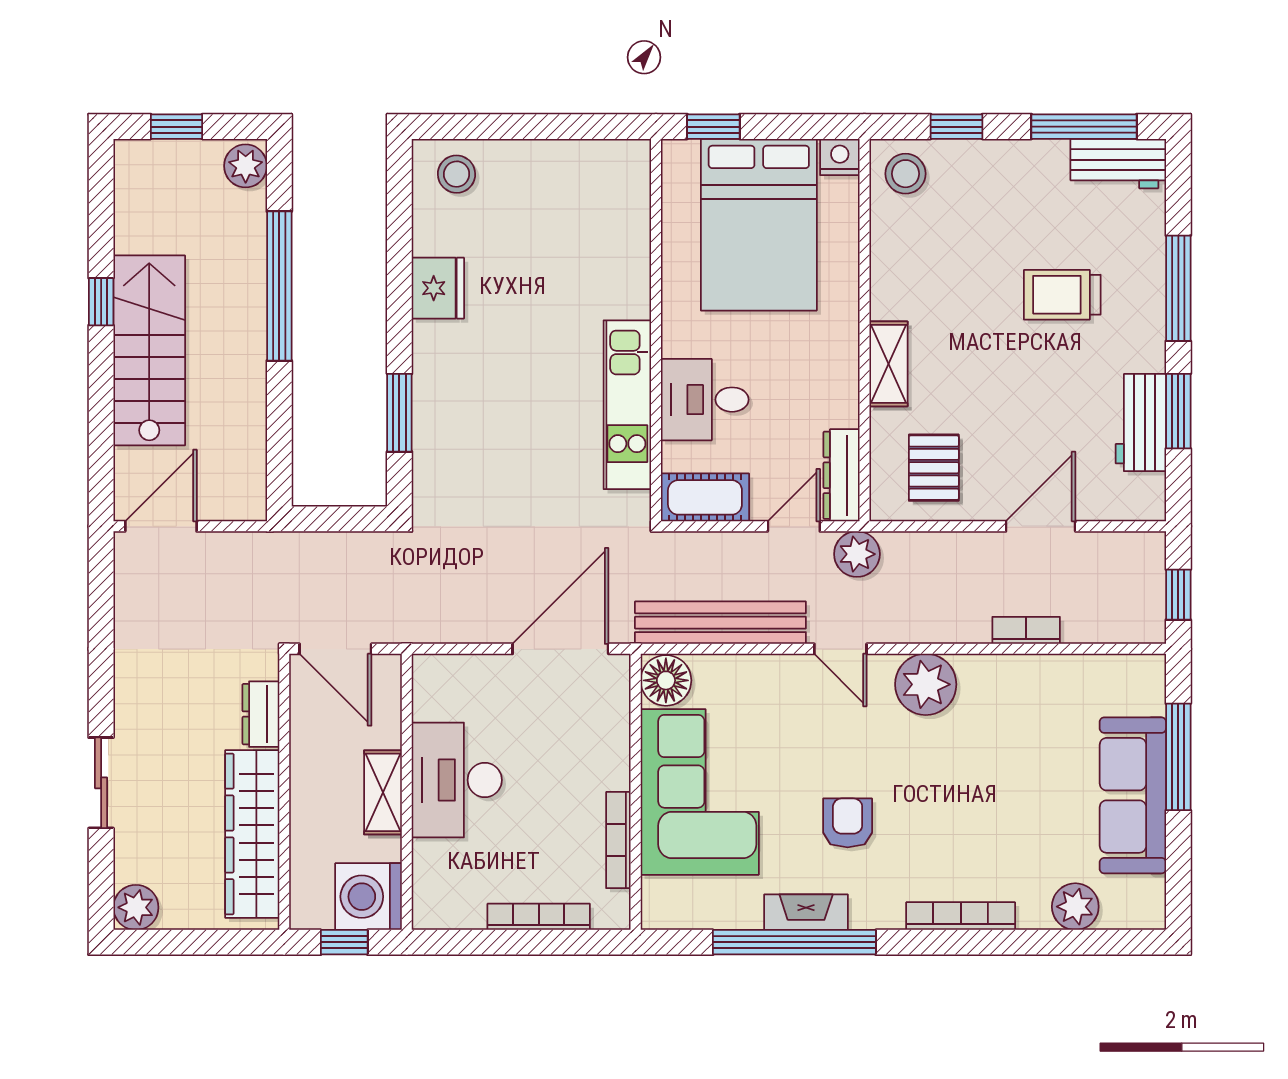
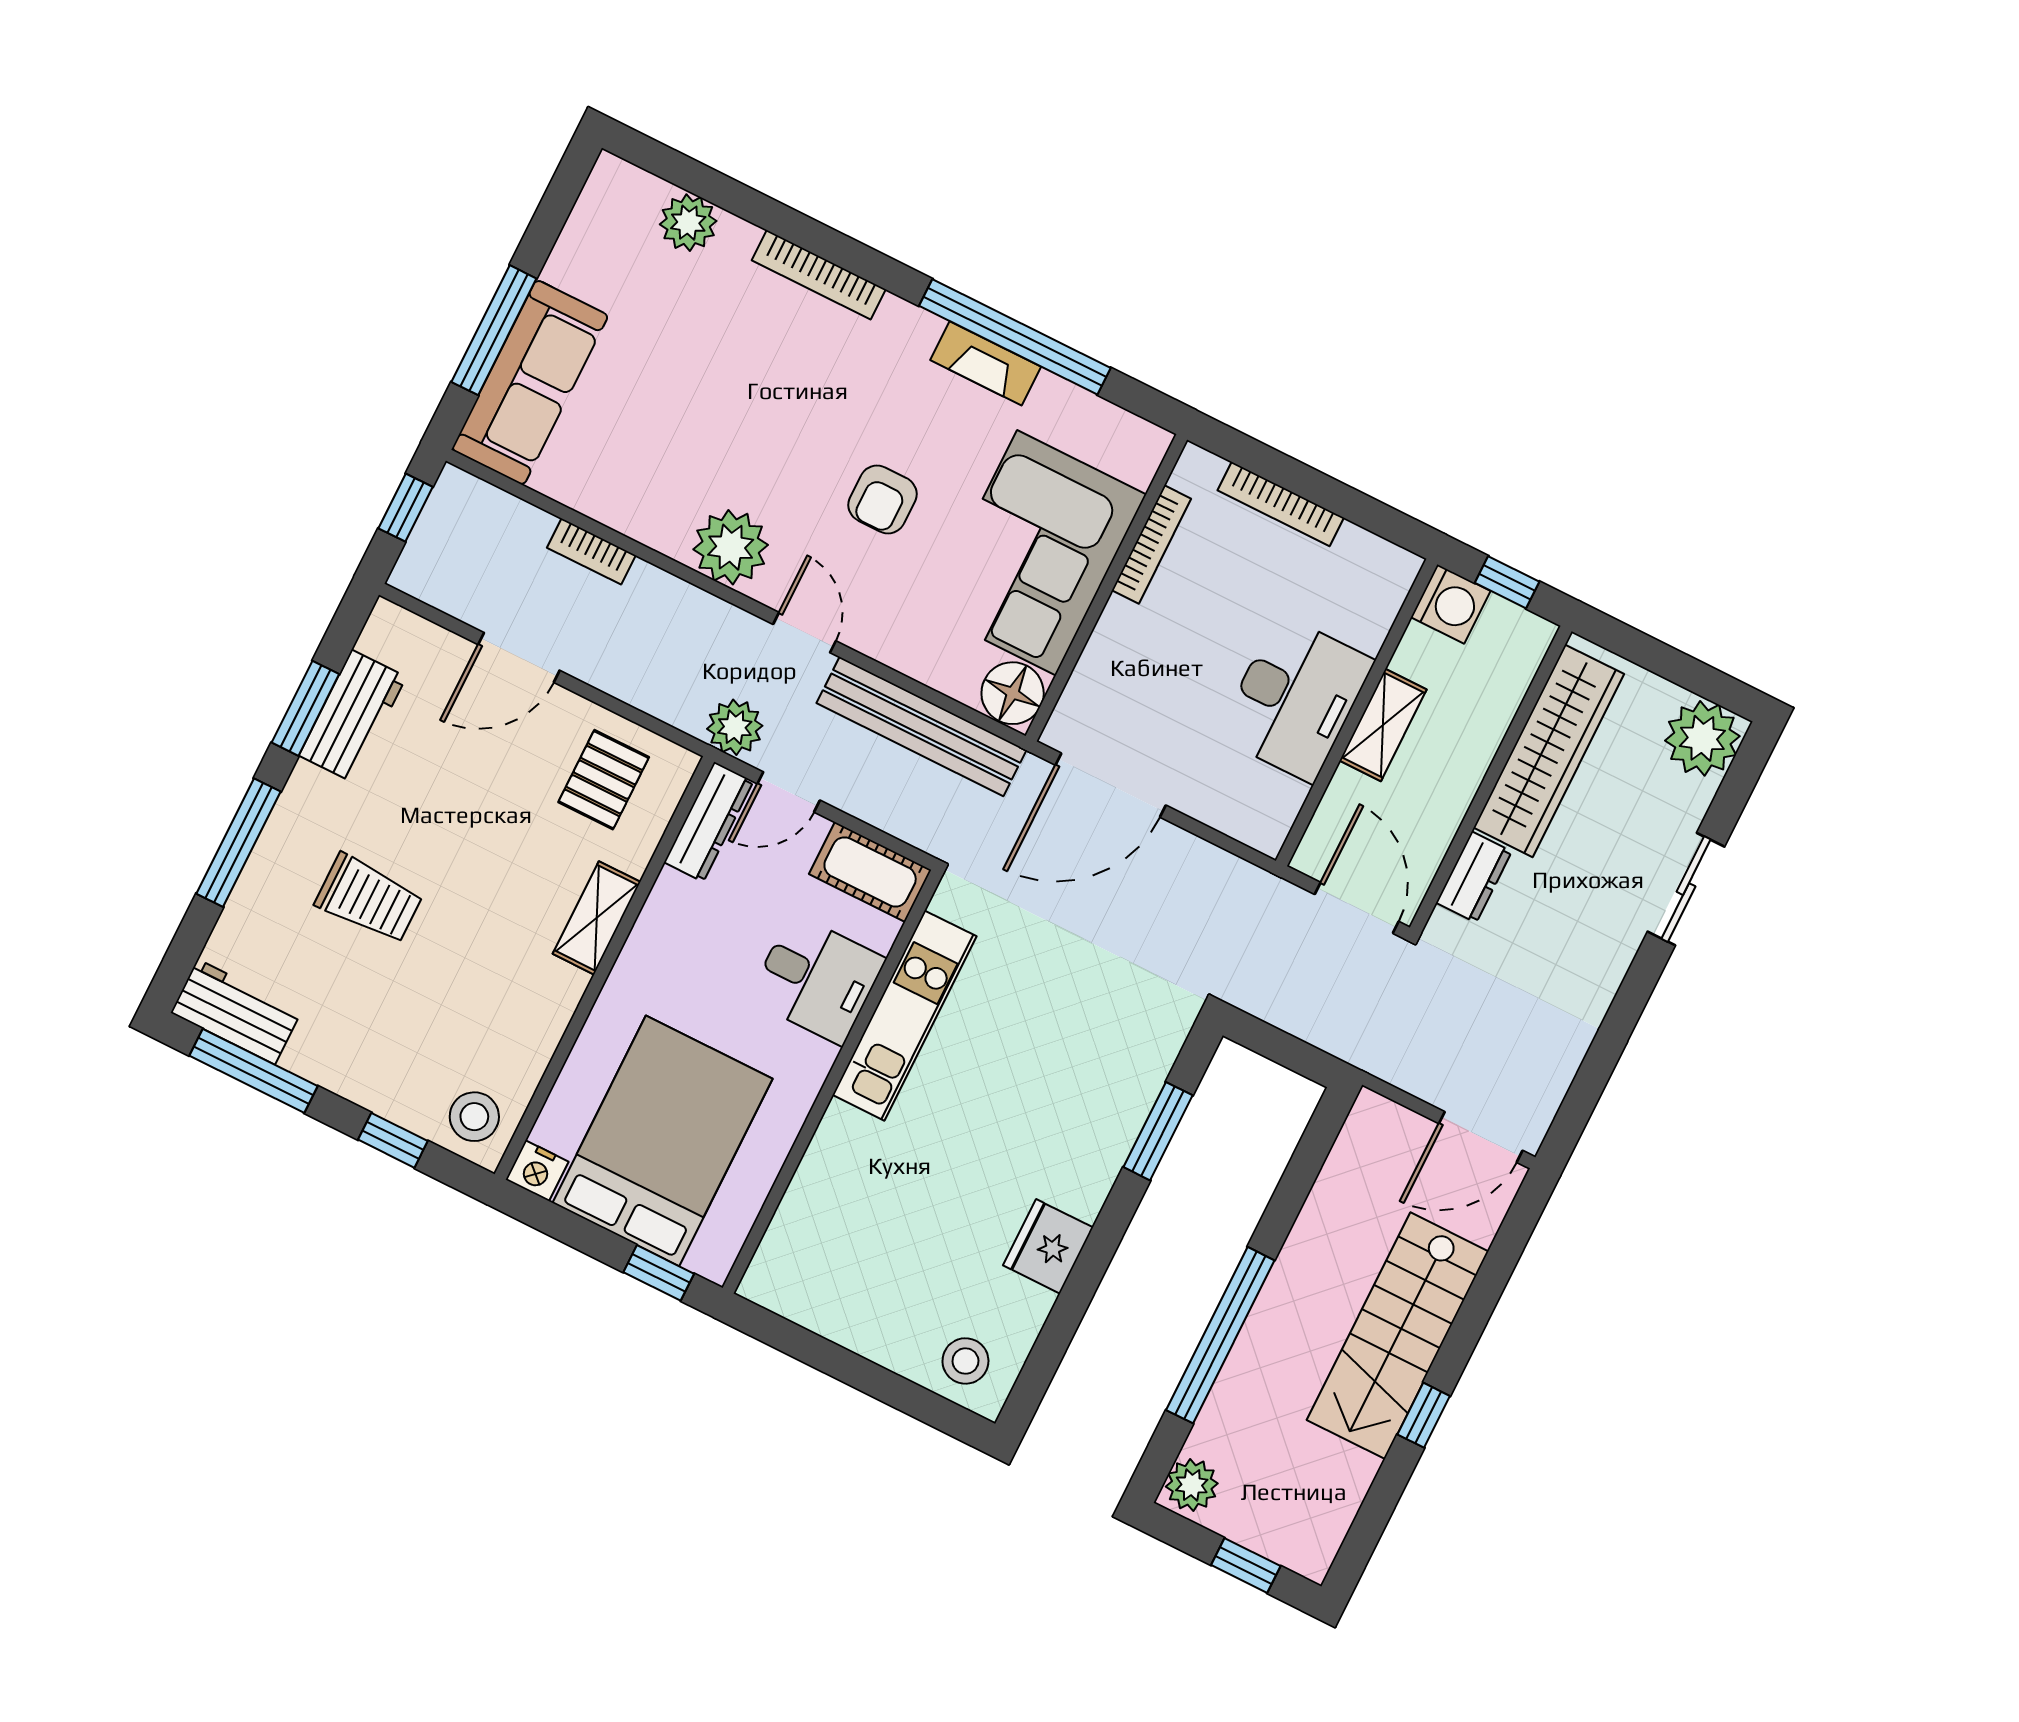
sofa: (1133, 795) -> (530, 382), moved
armchair: (848, 823) -> (883, 499), moved
washing machine: (368, 897) -> (1451, 604), width x0.73, depth x0.73
plant: (136, 907) -> (1702, 738), width x1.36, depth x1.36

